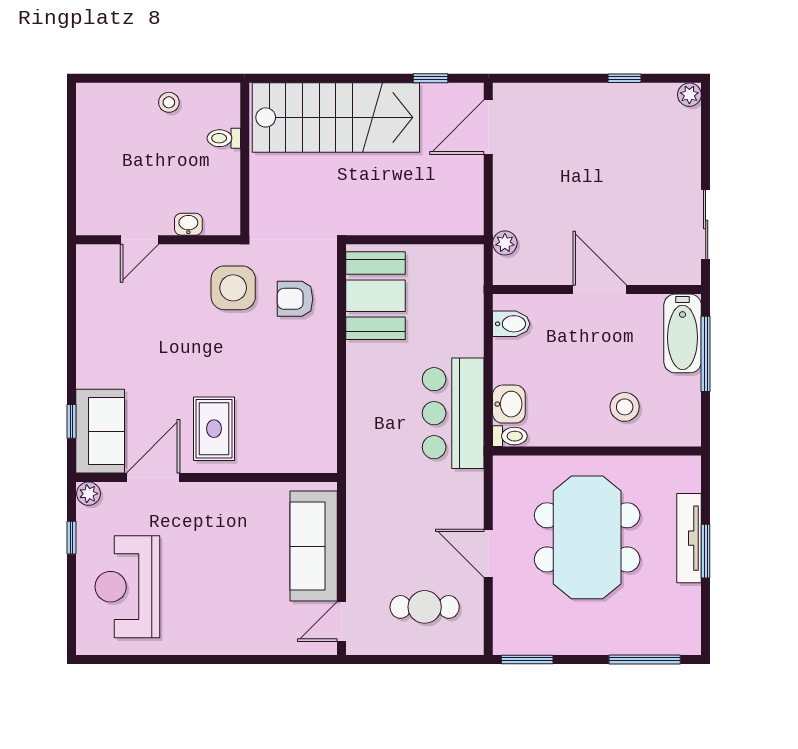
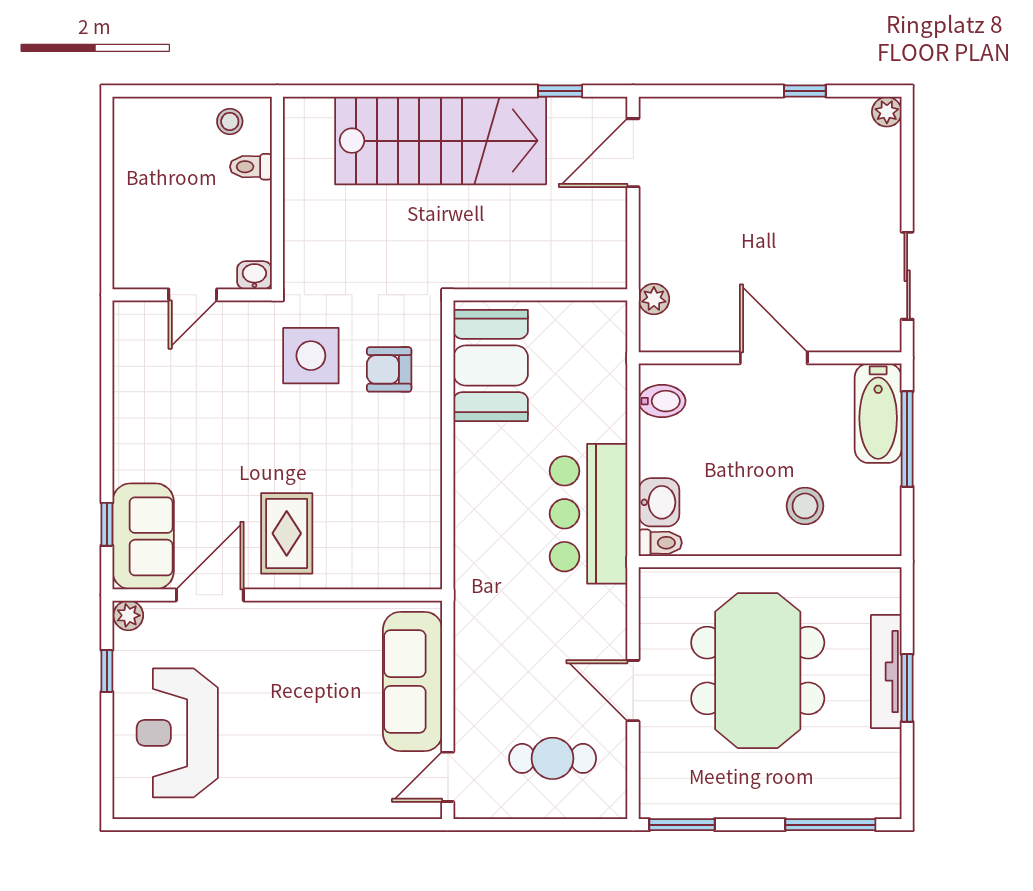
toilet: (224, 138) -> (251, 167), moved
wall: (245, 159) -> (277, 193), moved

